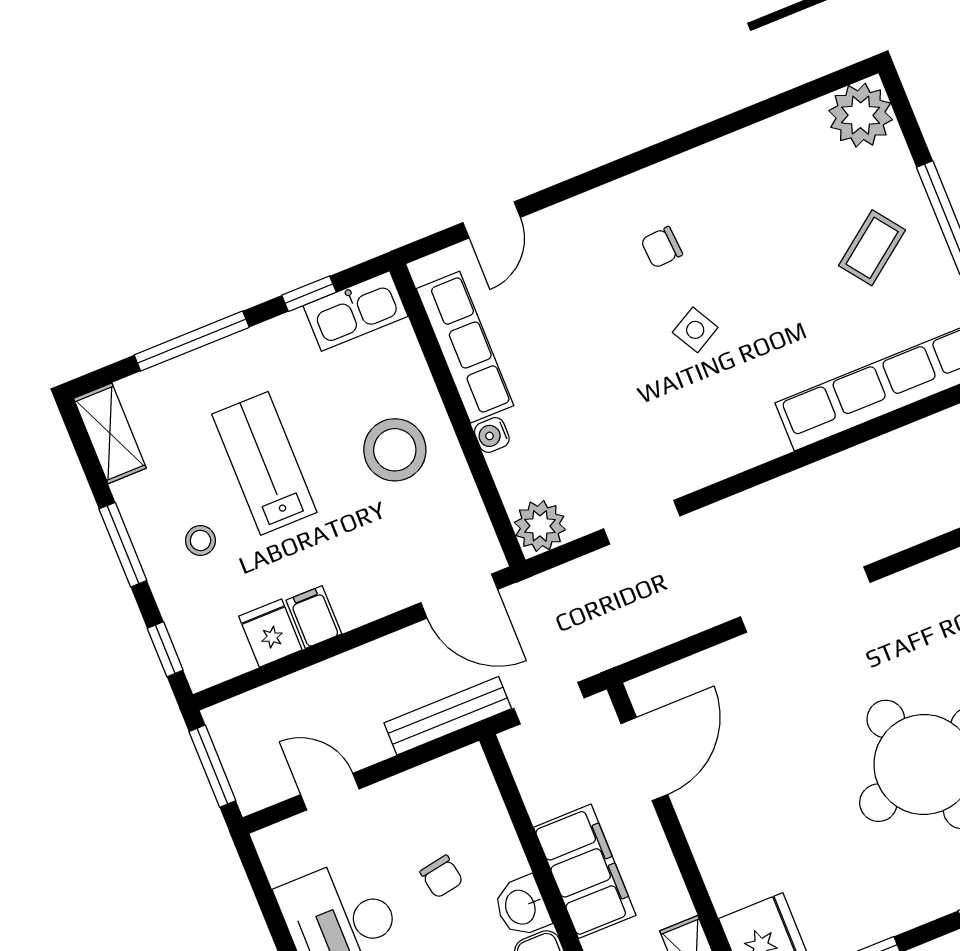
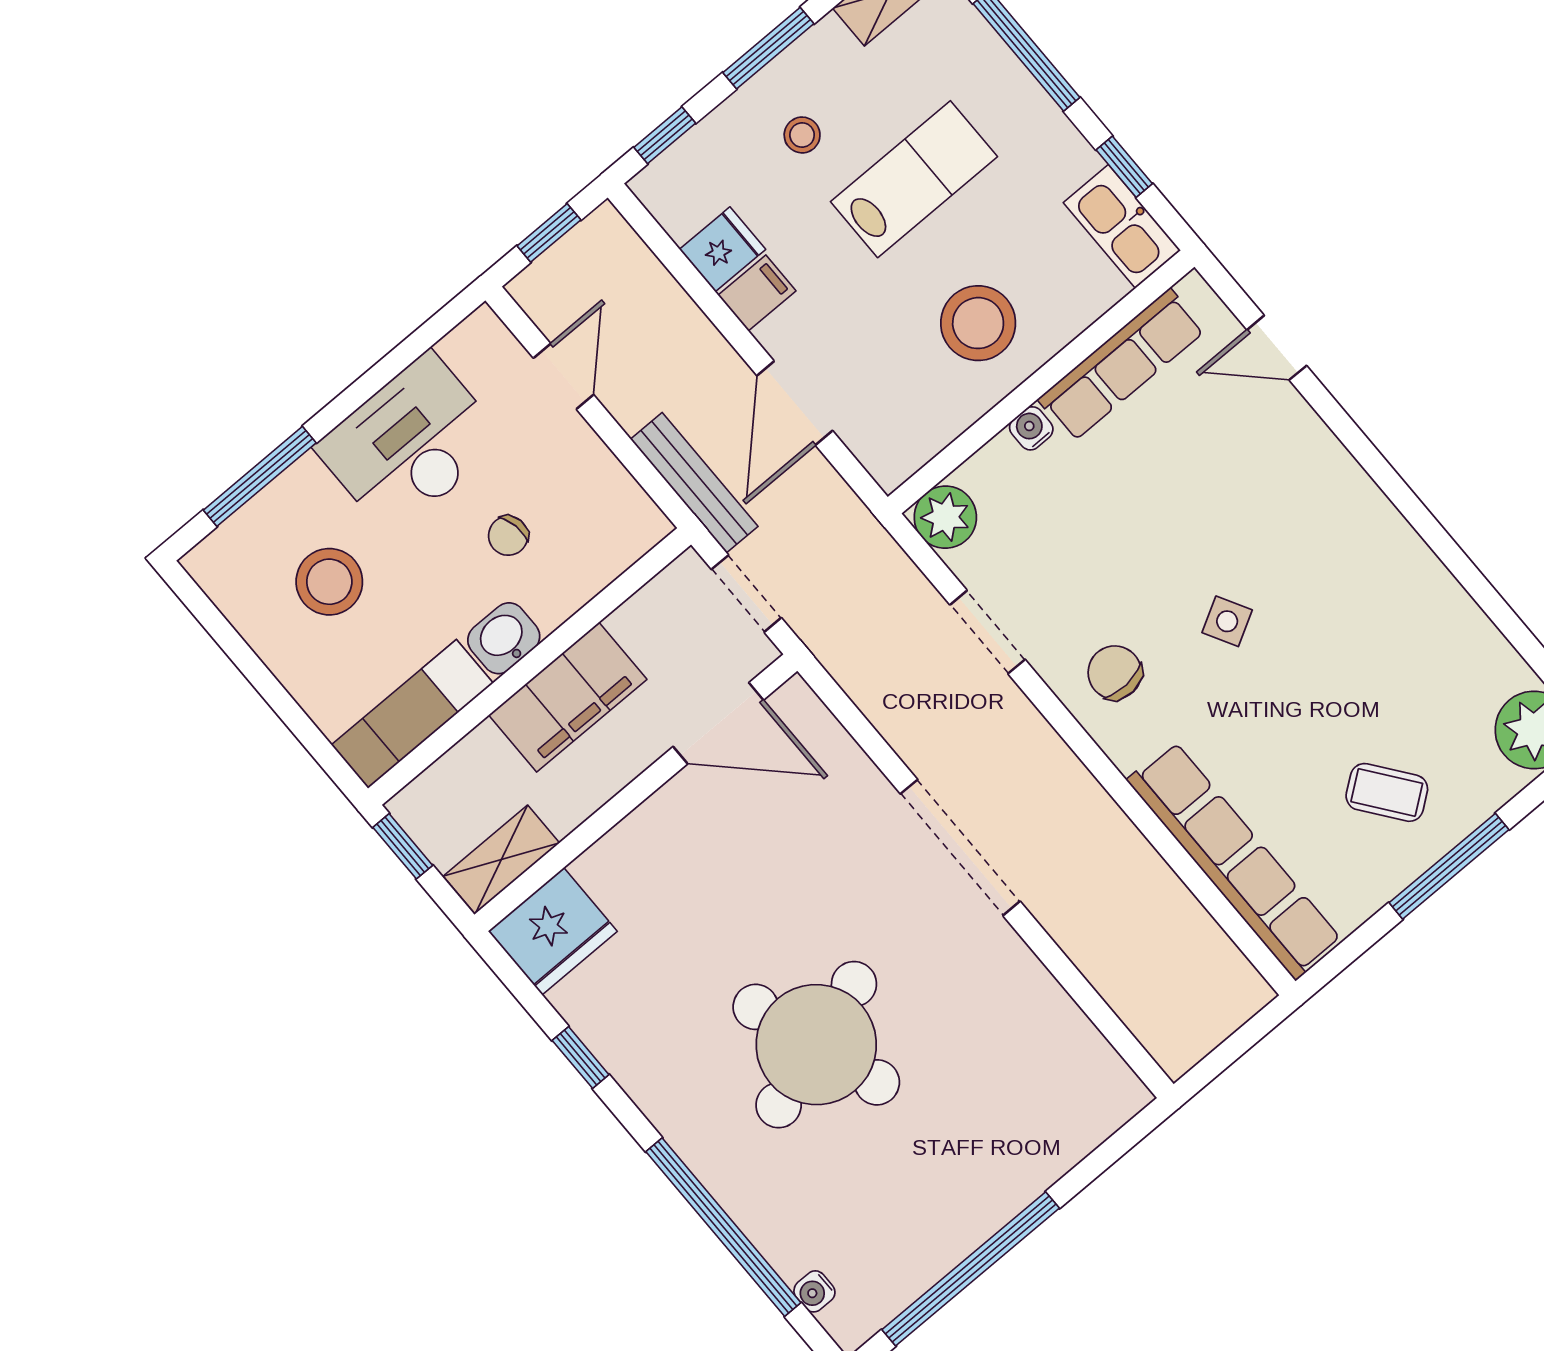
chair: (662, 247) -> (1115, 673), moved, width x1.37, depth x1.37
door: (459, 596) -> (795, 403), moved
window: (212, 766) -> (549, 233), width x0.67

